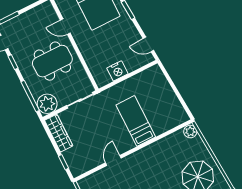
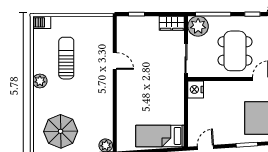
nightstand: (117, 71) -> (196, 89), moved
bed: (136, 121) -> (160, 136), moved, turned 180
wardrobe: (59, 133) -> (172, 23), width x0.67

